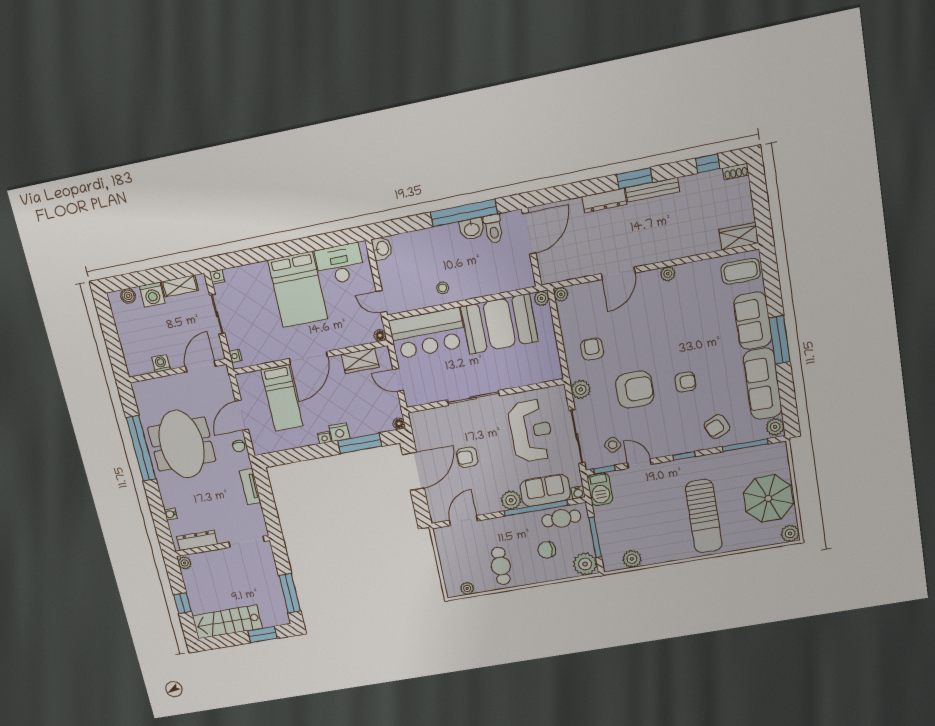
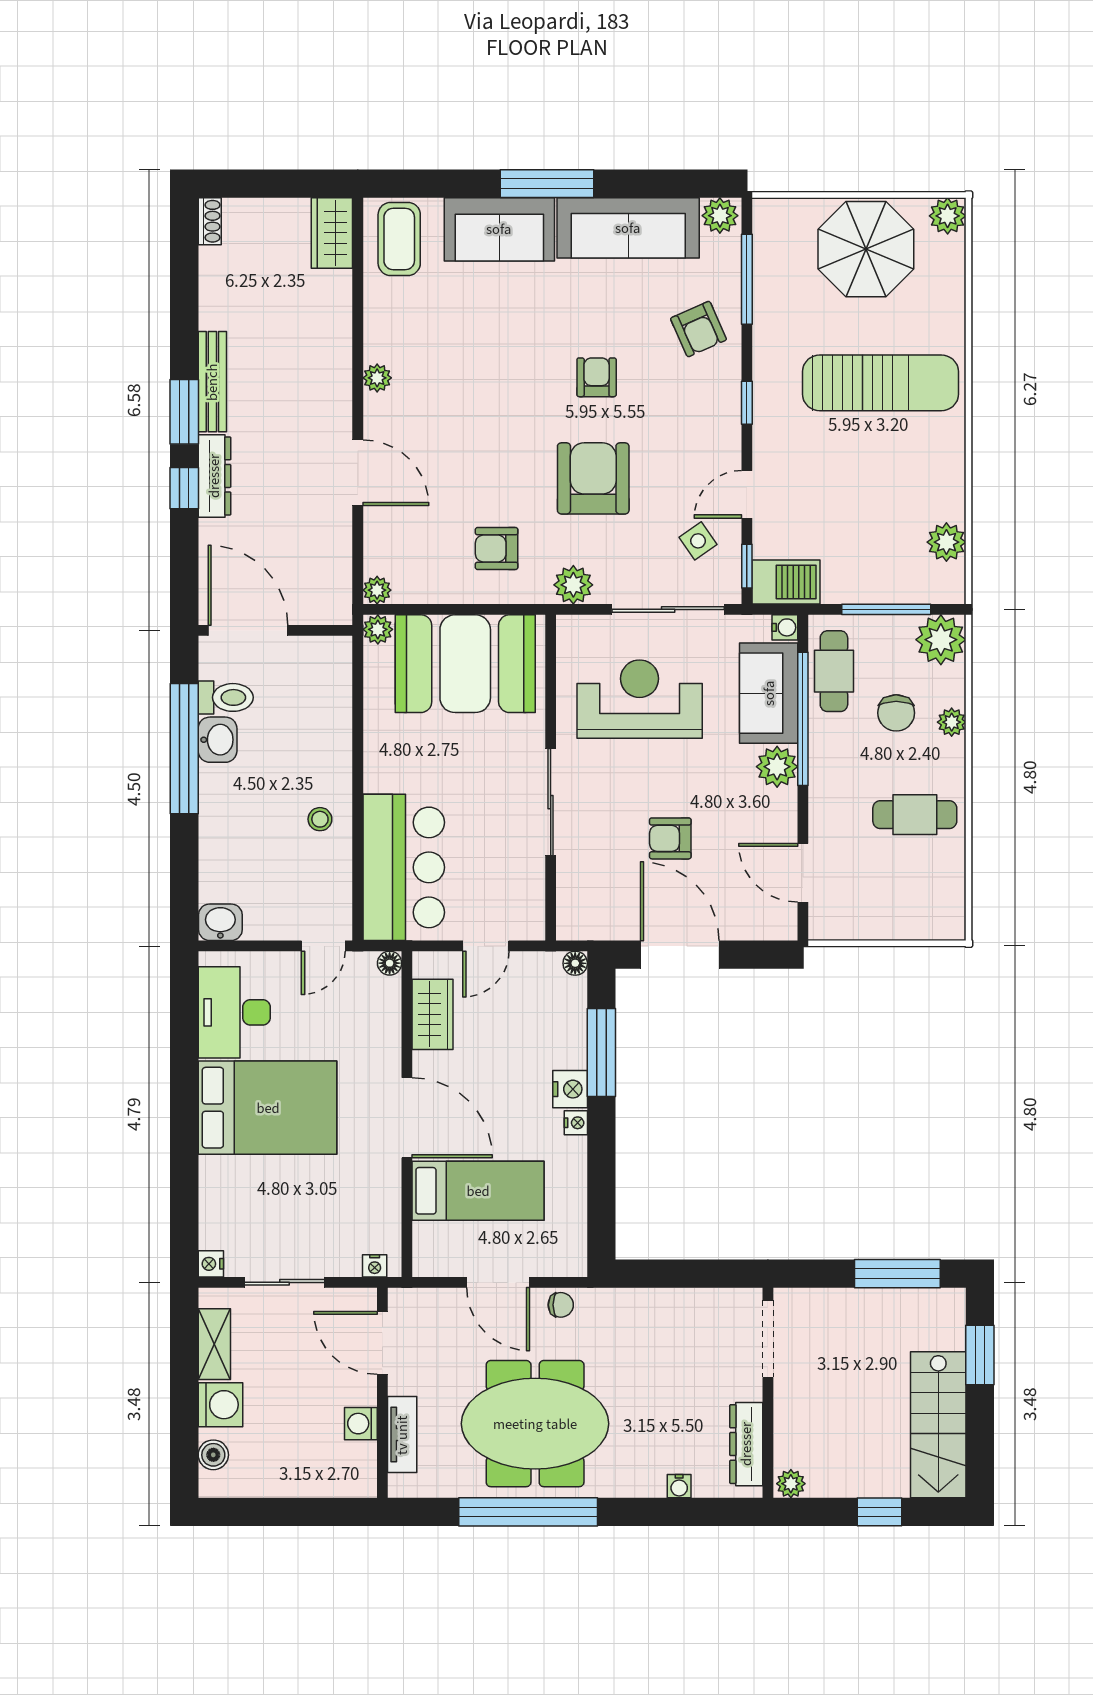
window: (708, 163) -> (184, 488), moved
booth: (499, 324) -> (465, 664), moved, turned 90
armchair: (467, 457) -> (670, 838), turned 90
tv unit: (250, 487) -> (402, 1435), moved, turned -90
plant: (467, 588) -> (952, 722), moved

